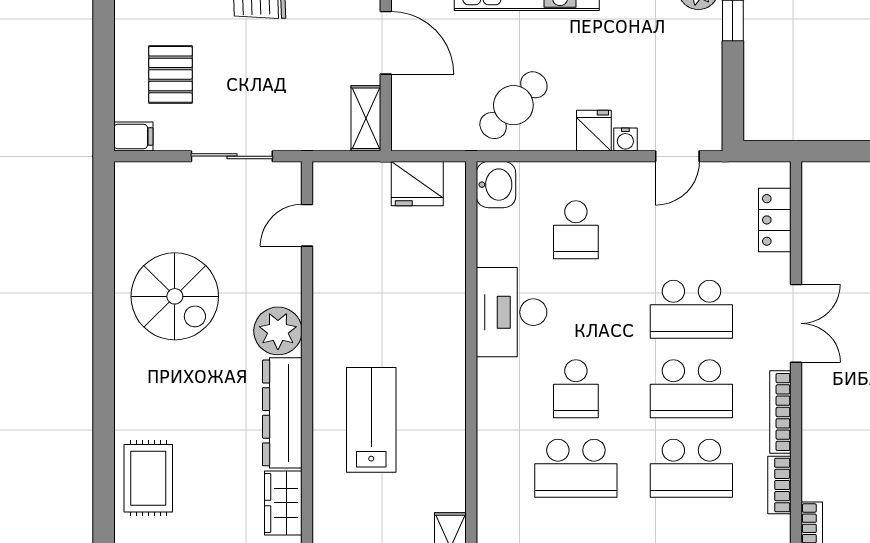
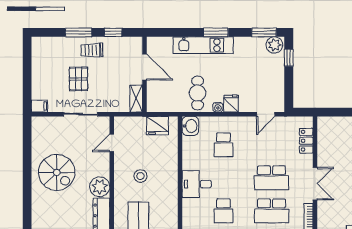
pallet: (170, 74) -> (78, 79), moved
cafe table: (513, 105) -> (198, 93), turned -45
water cooler: (625, 139) -> (218, 107), moved
stool: (376, 305) -> (140, 176), added
desk: (512, 312) -> (197, 184), width x0.73

